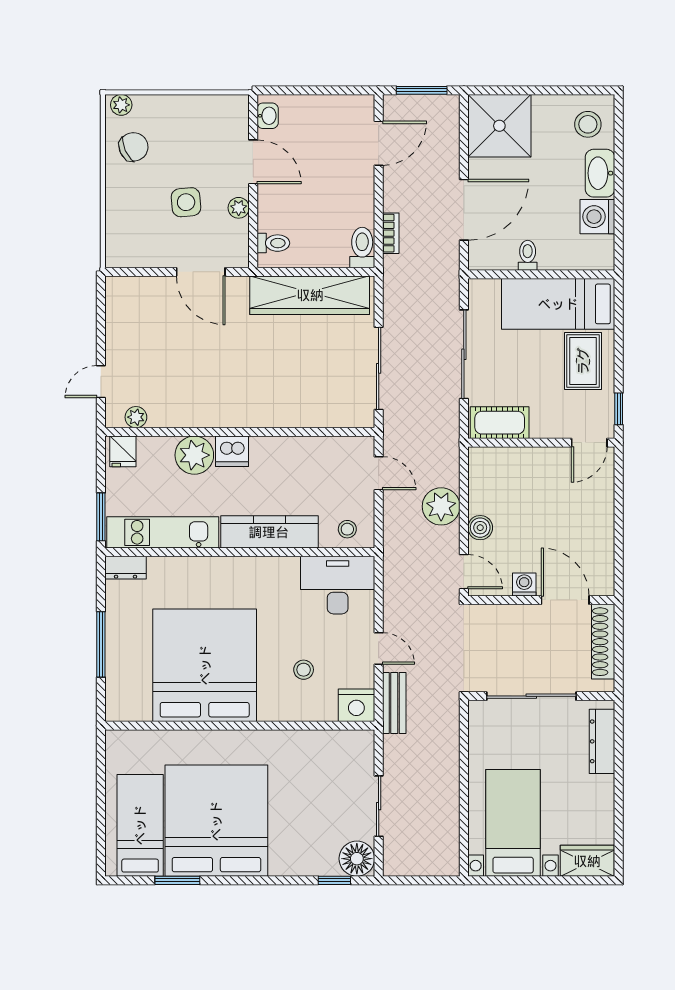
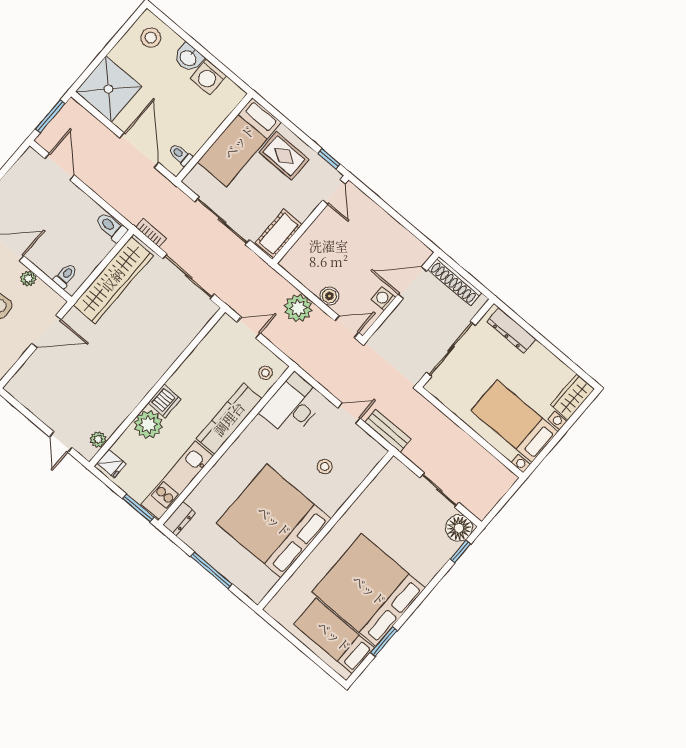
washbasin: (600, 173) -> (189, 58), width x0.72
bookcase: (391, 233) -> (151, 233), moved
toilet: (528, 255) -> (181, 155), moved
nightstand: (356, 705) -> (371, 454), removed

